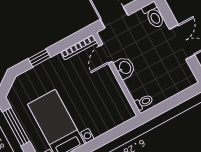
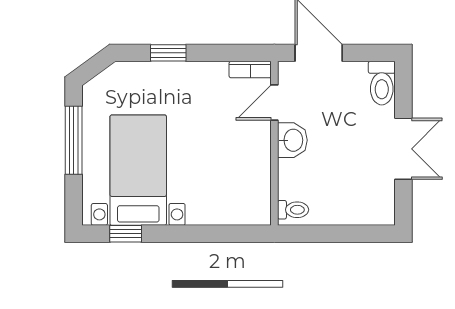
bookcase: (79, 47) -> (250, 70), width x0.64

